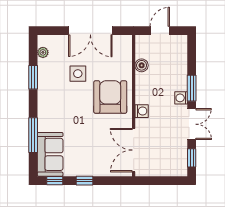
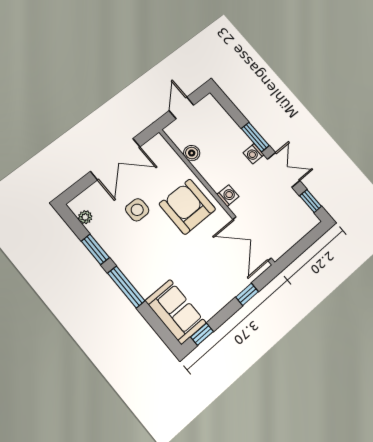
window: (33, 135) -> (126, 287), moved
window: (85, 181) -> (247, 294), moved

